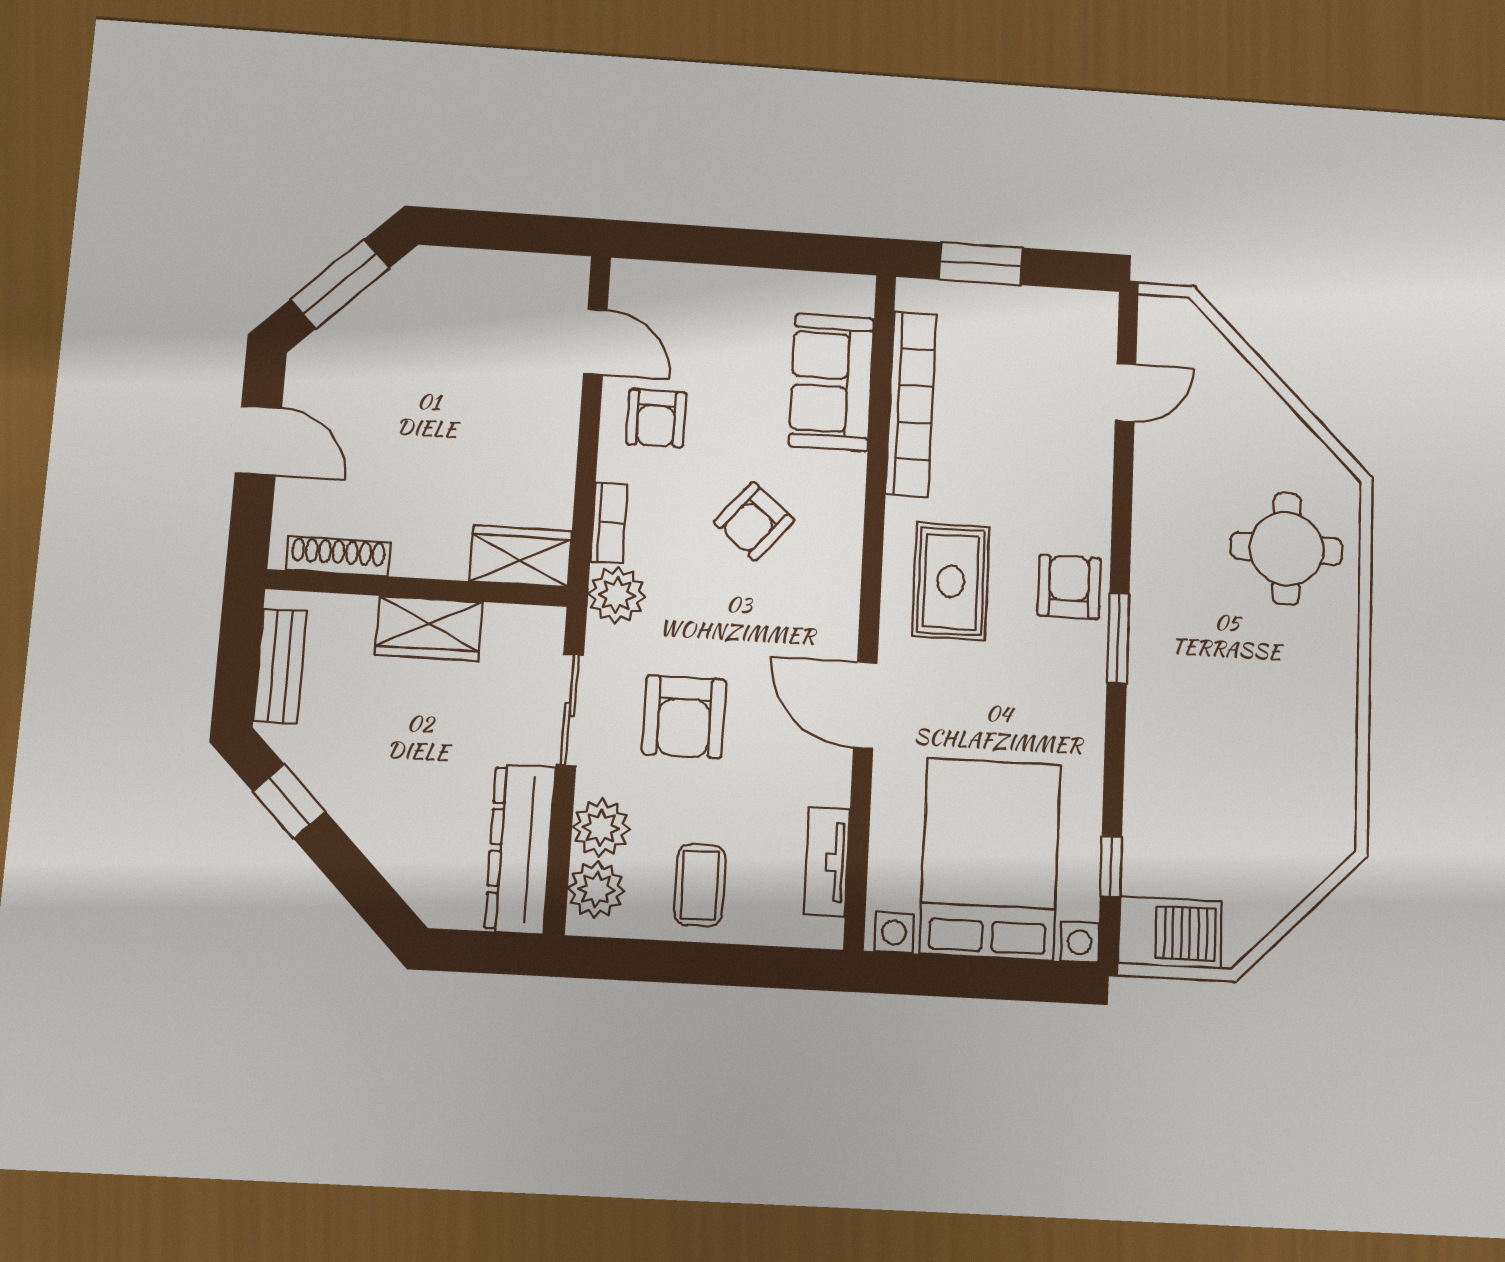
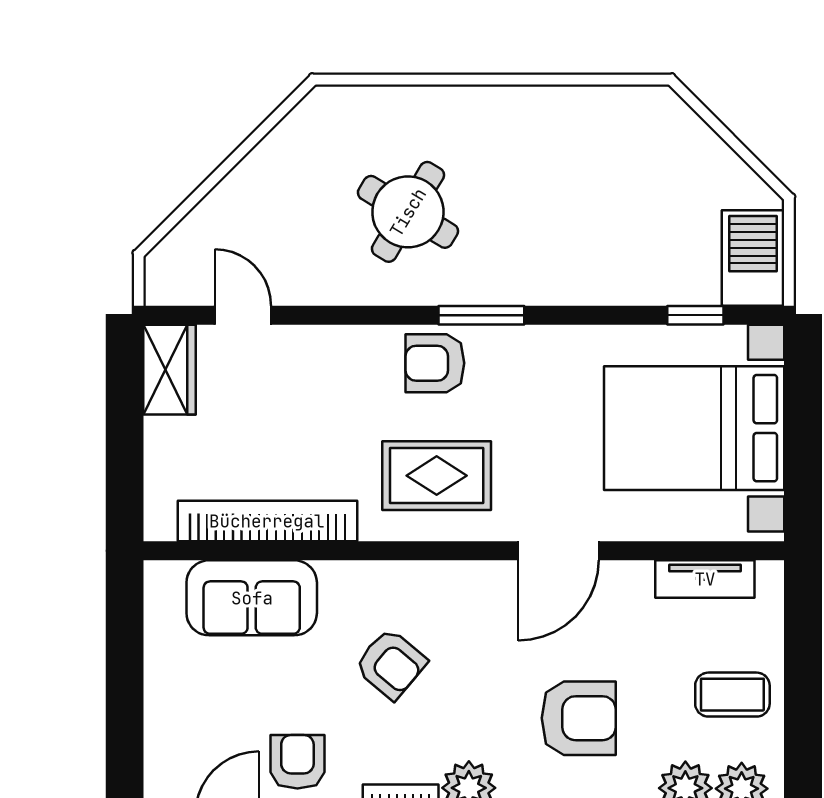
window: (981, 264) -> (125, 460), removed
wardrobe: (1072, 315) -> (170, 370), added
armchair: (656, 418) -> (297, 762), turned -90
round table: (1286, 549) -> (408, 212), moved, turned 31

